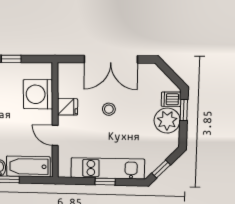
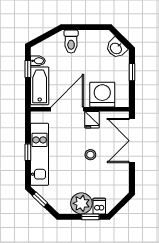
double door: (111, 59) -> (132, 141), moved
door: (55, 135) -> (67, 109), width x1.87

